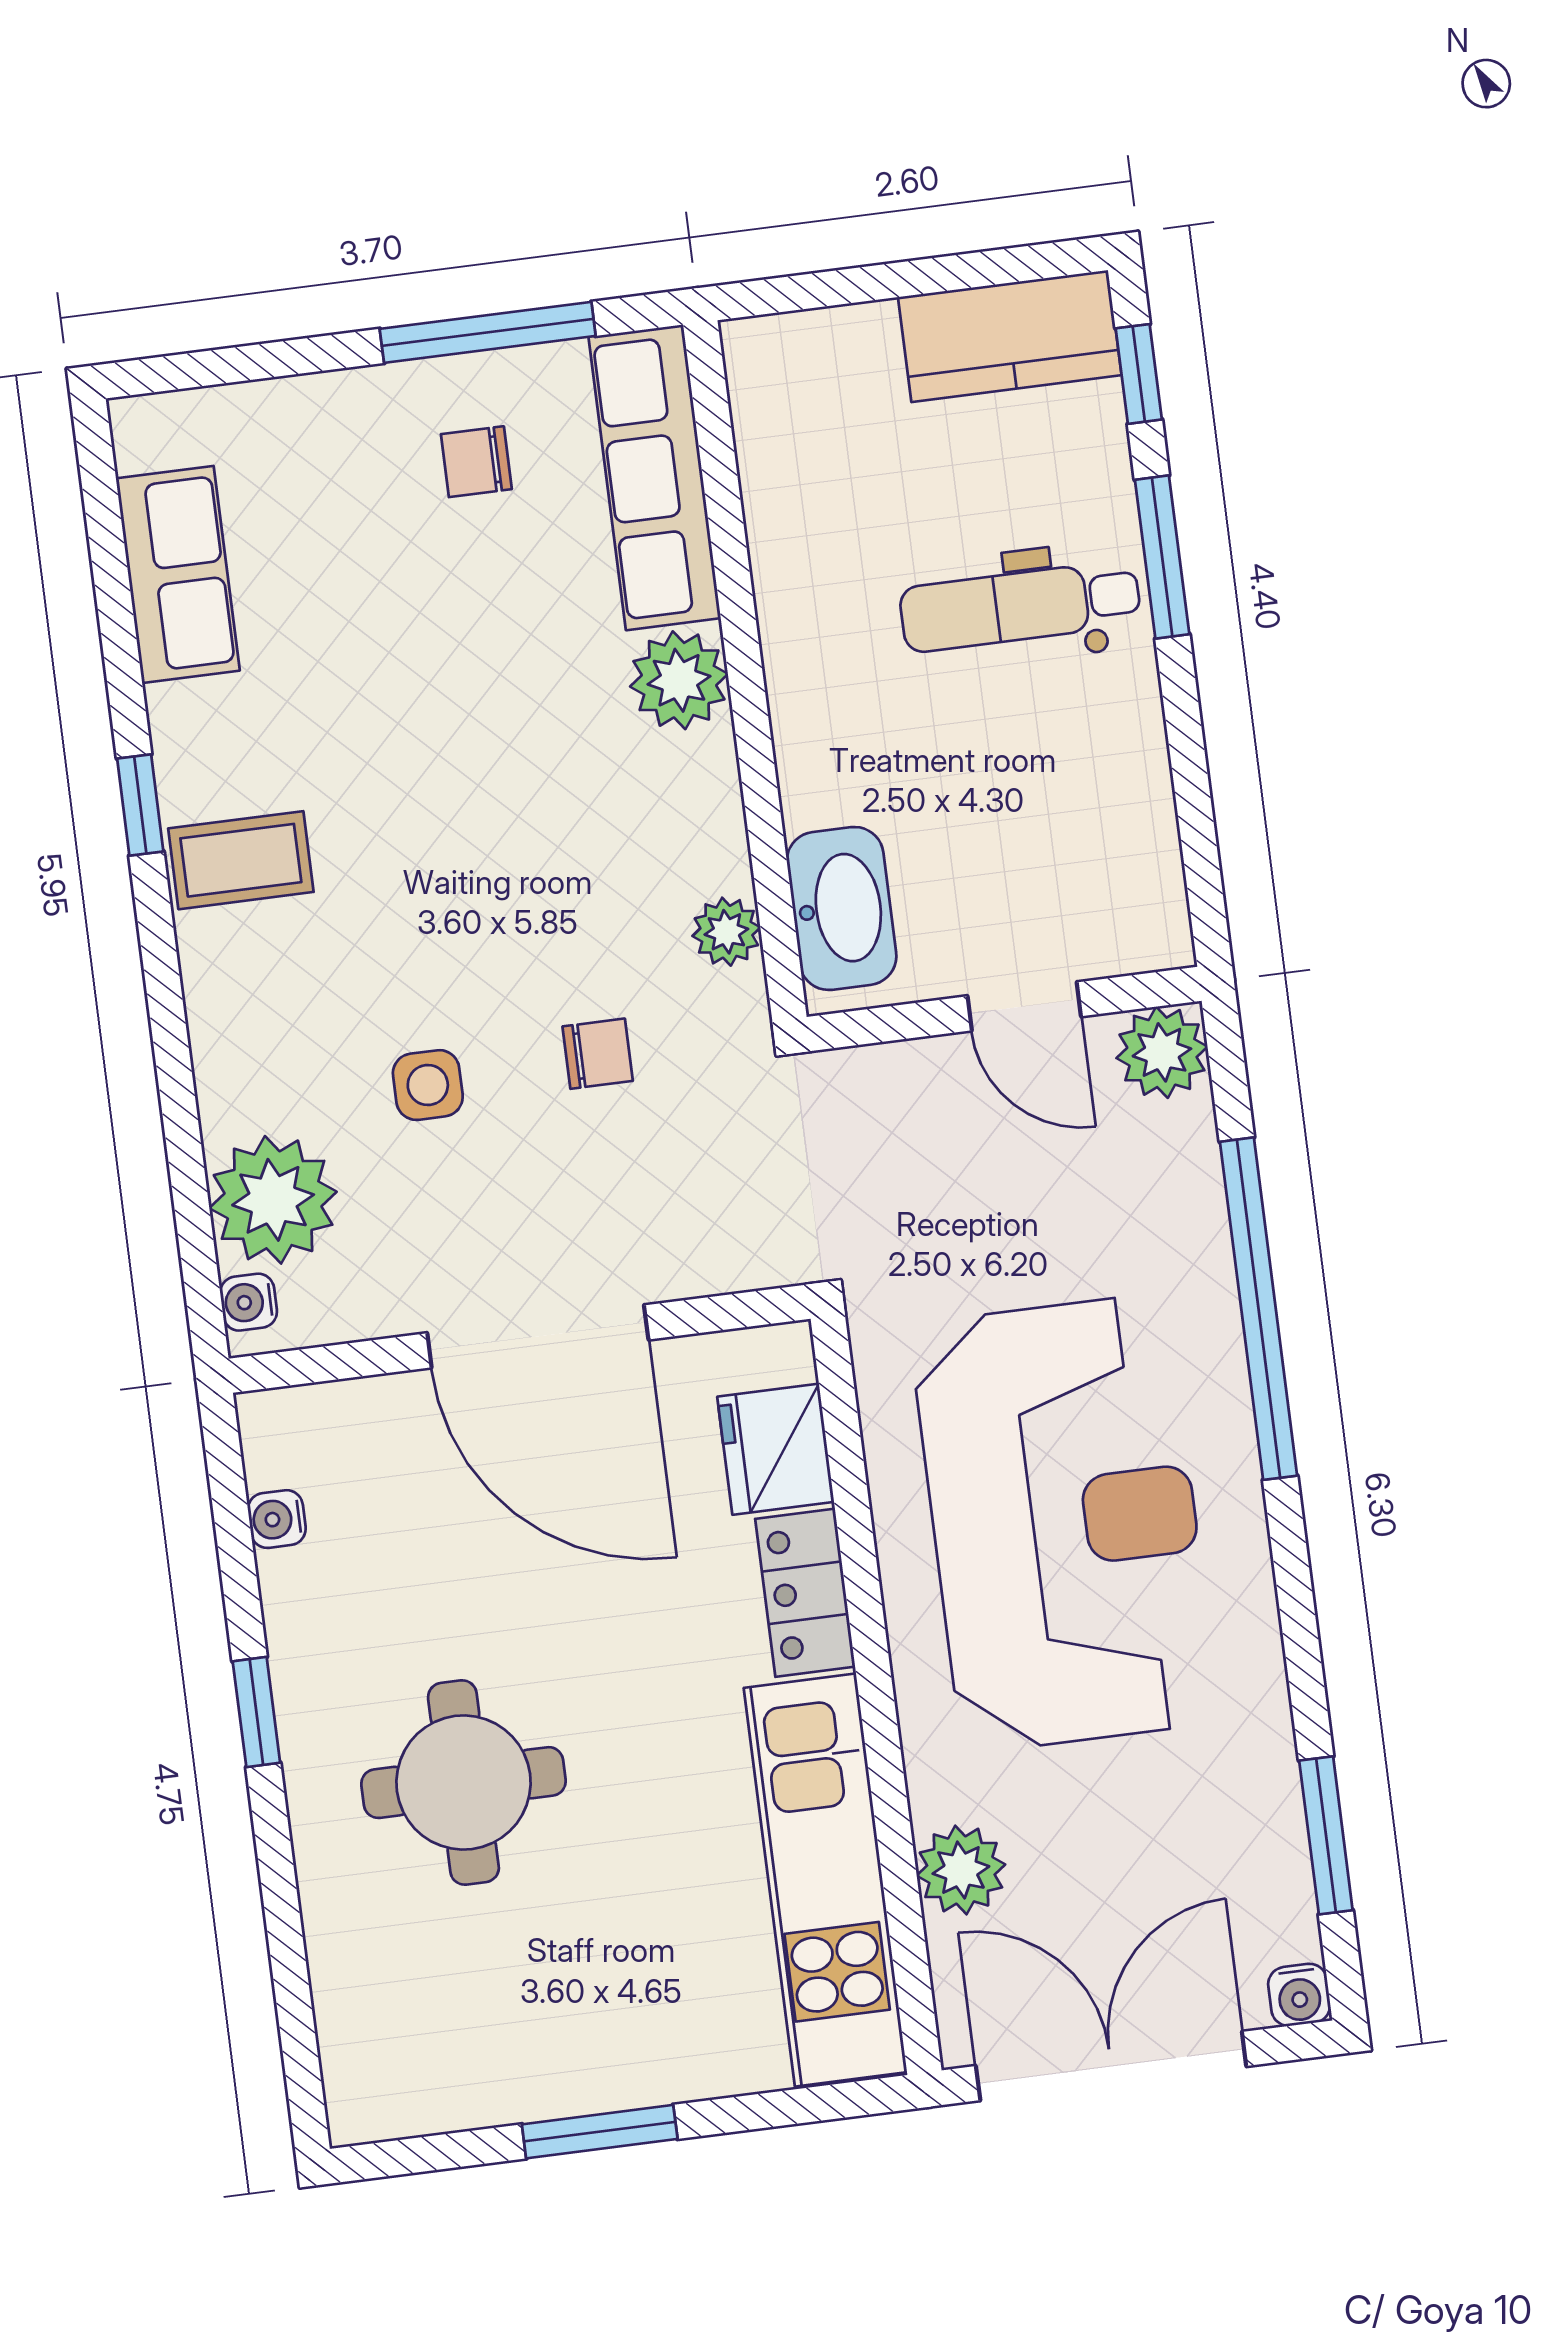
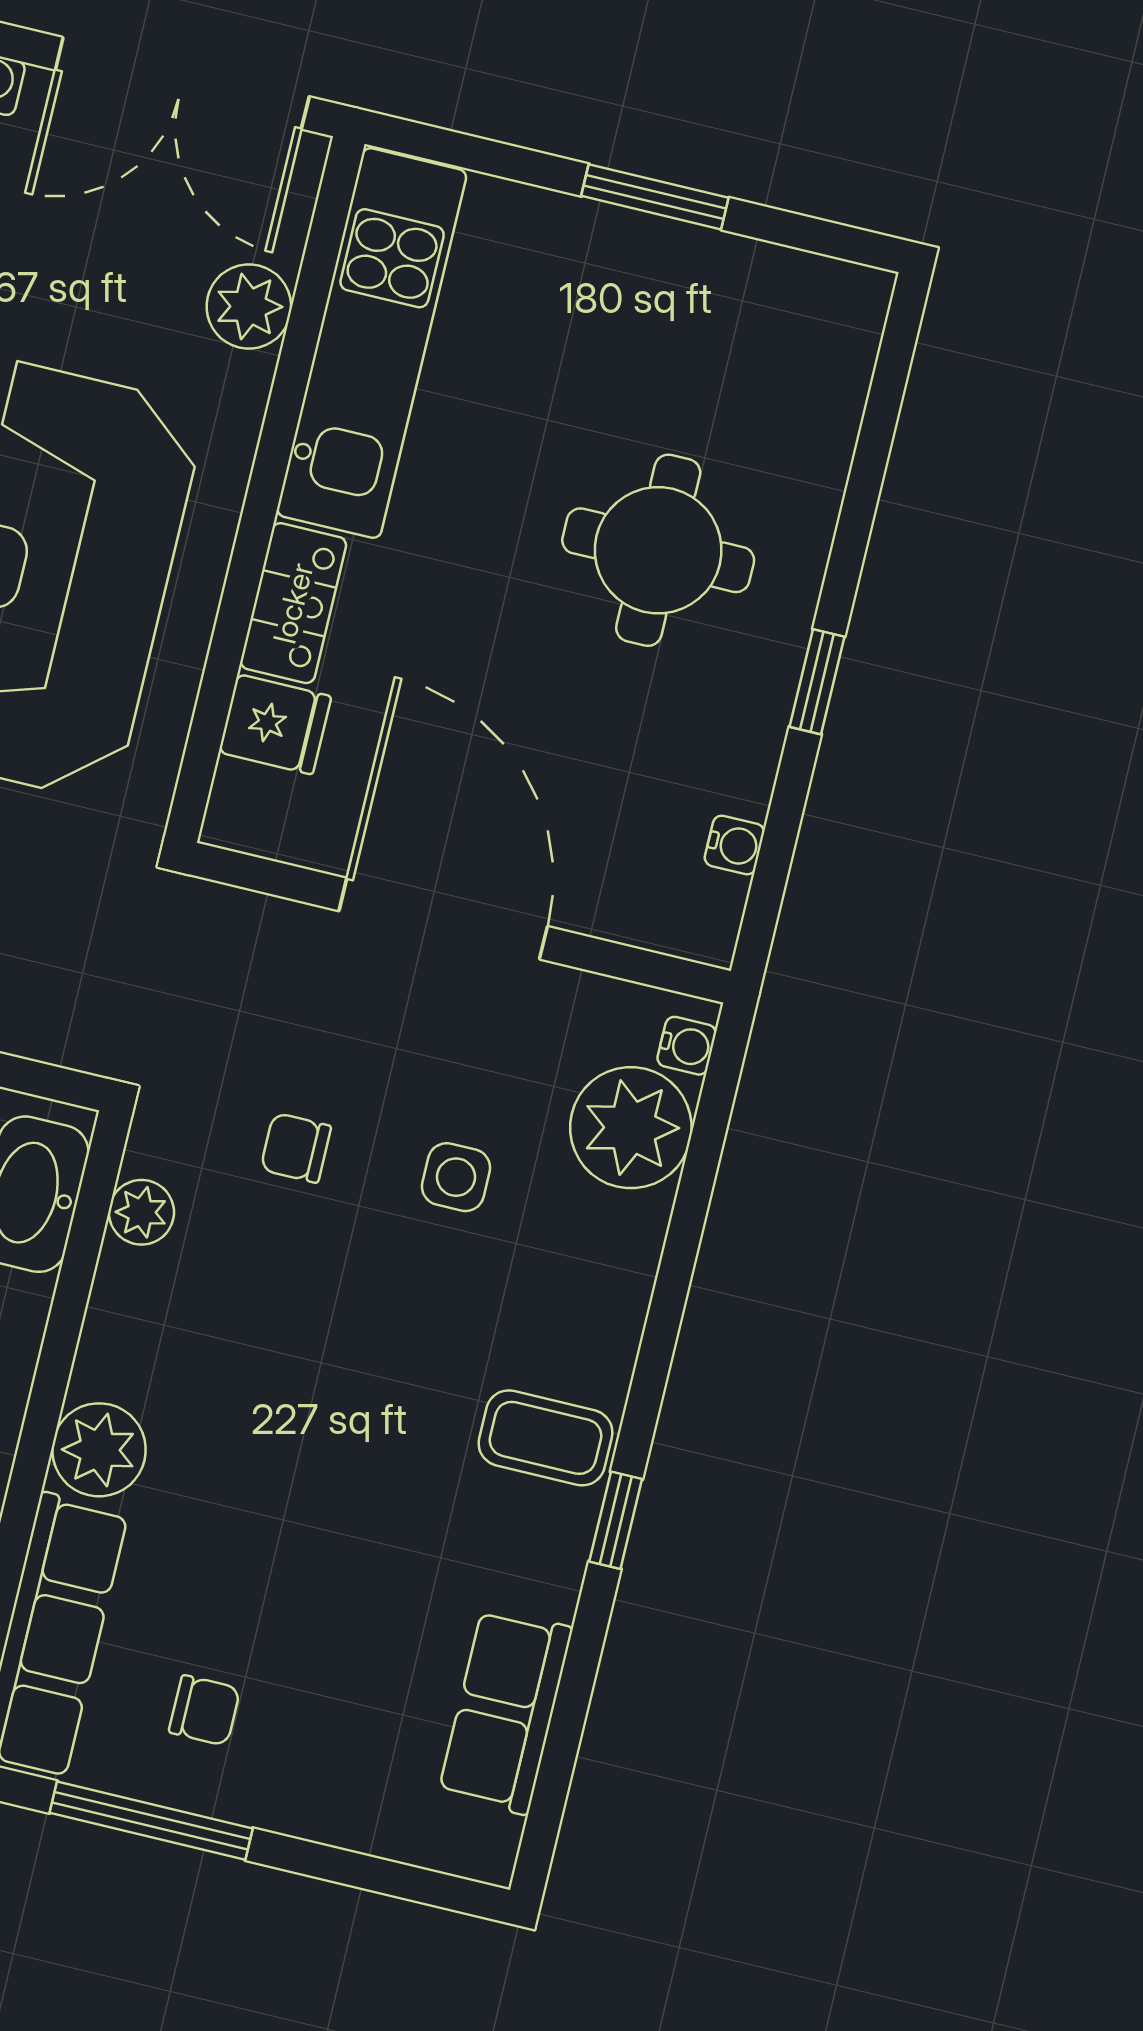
fridge: (776, 1449) -> (275, 724), width x0.72

